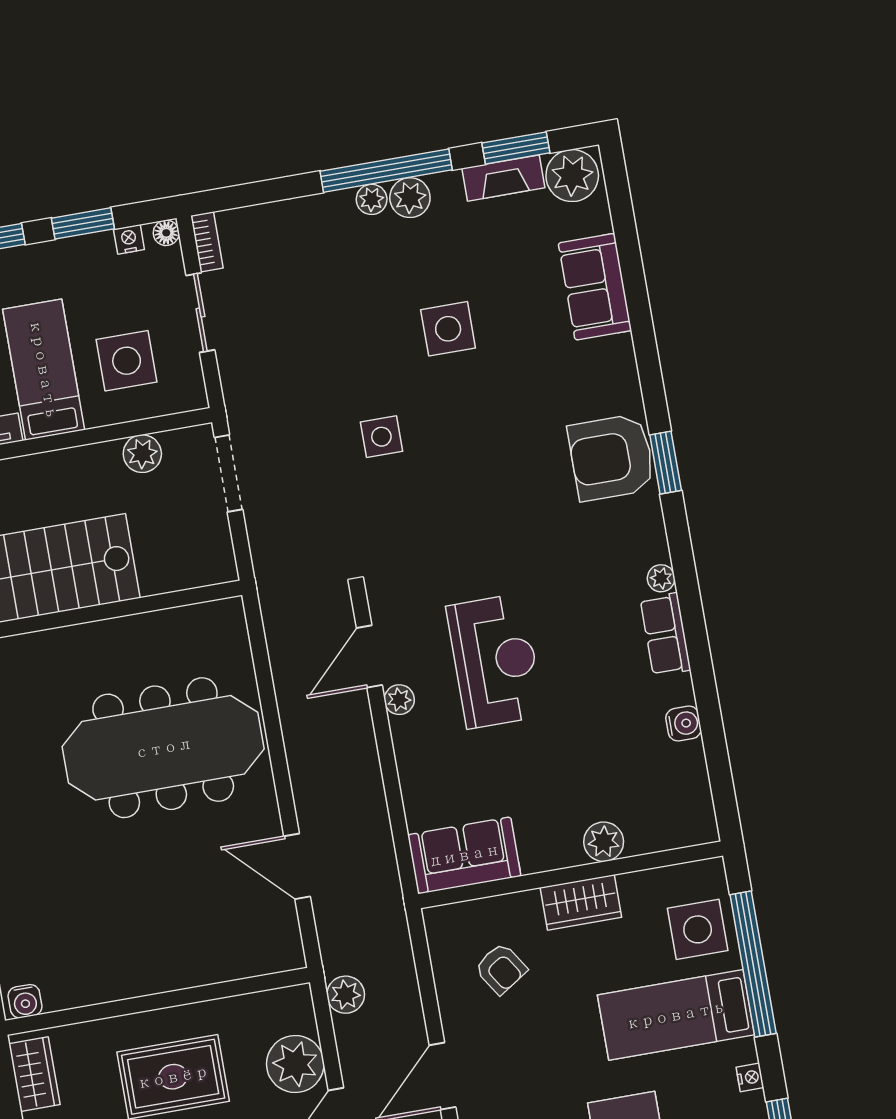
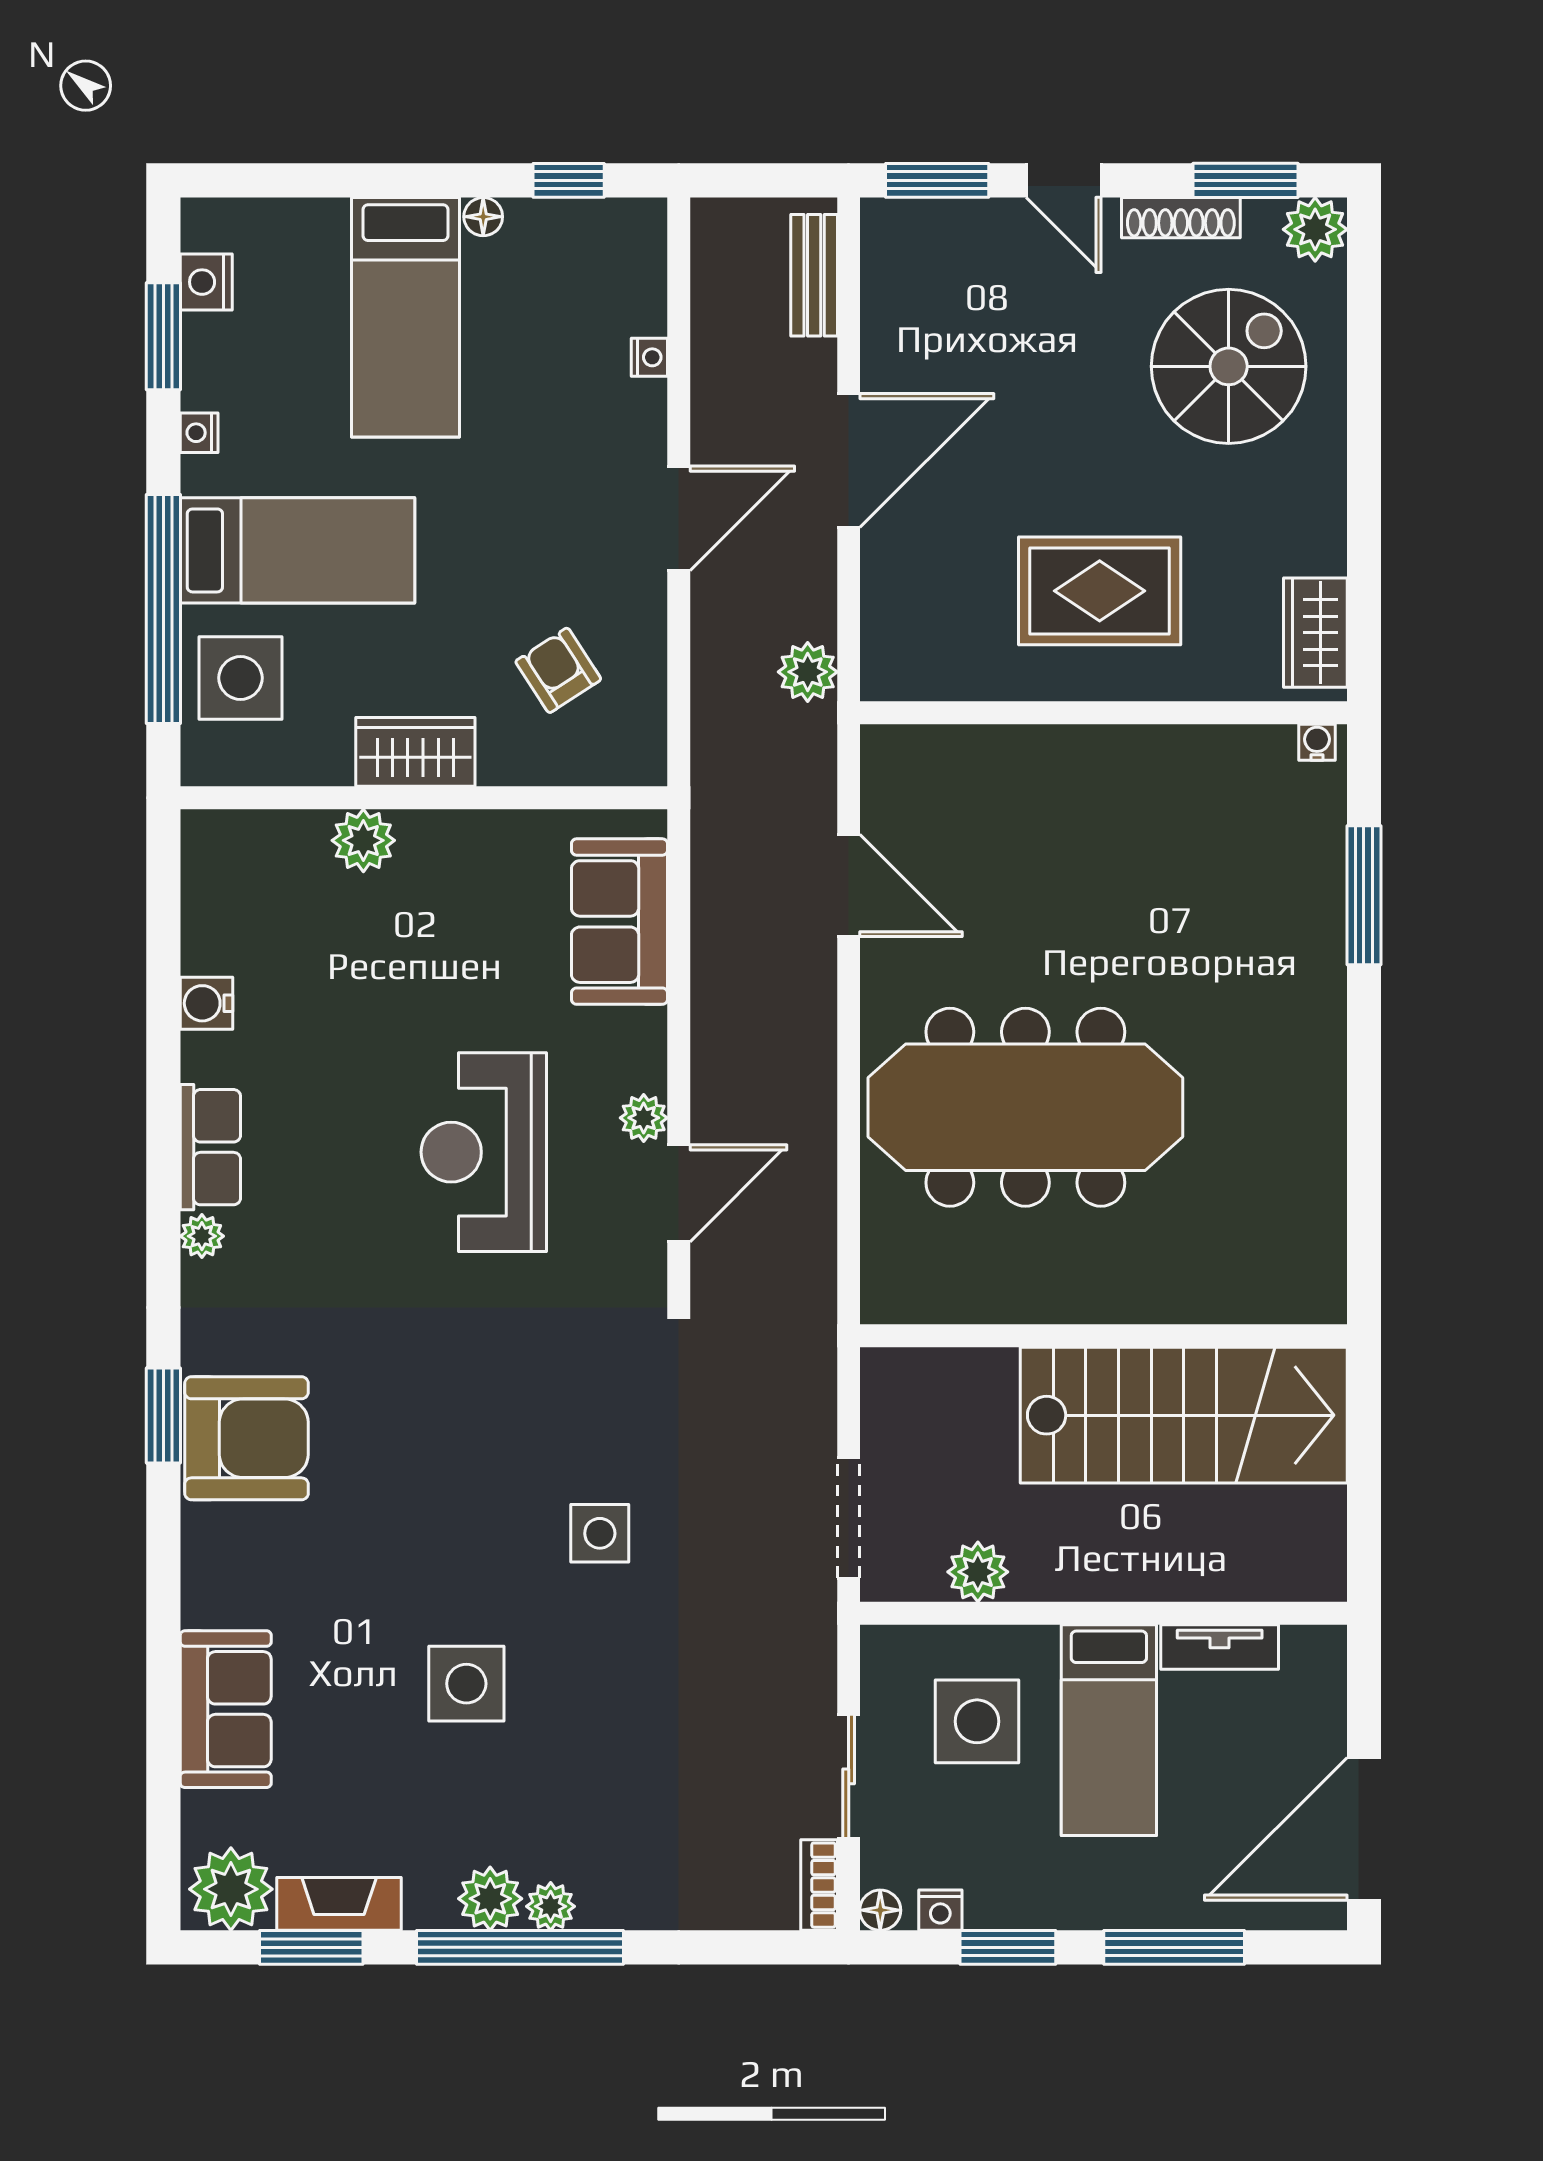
sofa: (464, 855) -> (619, 922), moved, turned 90
water cooler: (25, 1001) -> (1317, 742), width x0.72, depth x0.72
plant: (295, 1064) -> (905, 577), removed

